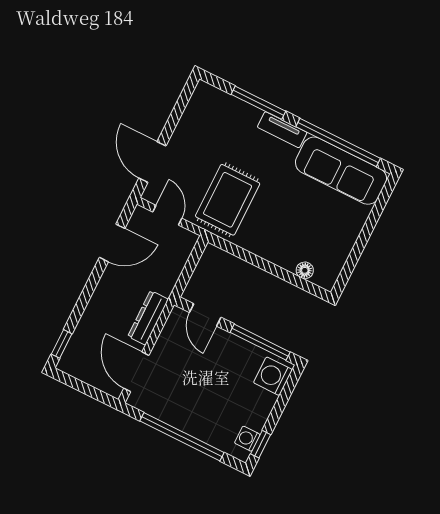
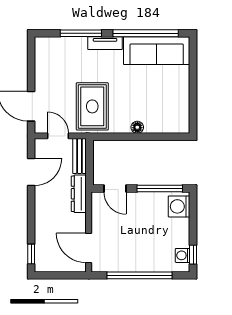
bench: (181, 253) -> (79, 156), added
floor lamp: (305, 270) -> (137, 127), moved
dresser: (148, 318) -> (79, 194), moved

